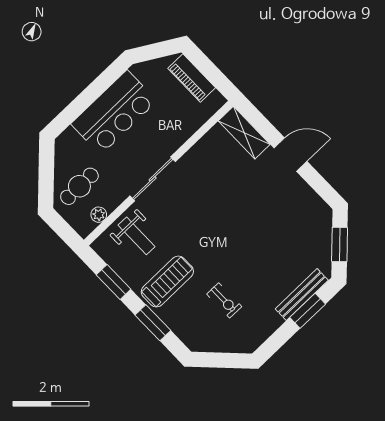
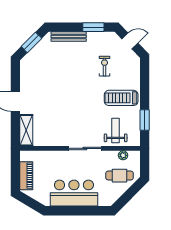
window: (308, 311) -> (93, 27), moved
window: (153, 323) -> (145, 86), removed
door: (223, 360) -> (130, 41), added

